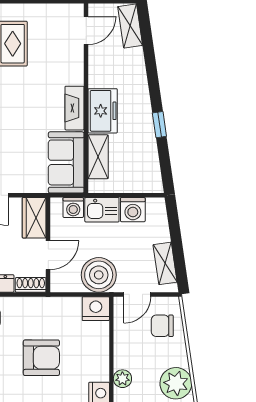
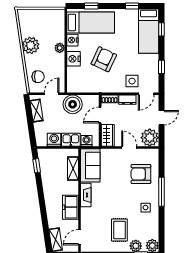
freezer: (103, 111) -> (70, 207), moved
window: (159, 125) -> (37, 166), moved
nightstand: (96, 309) -> (73, 59), moved, turned 90
armchair: (41, 358) -> (104, 59), turned 115

